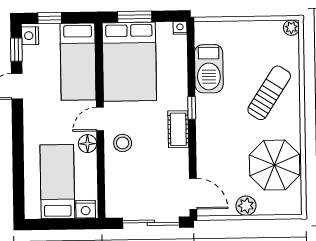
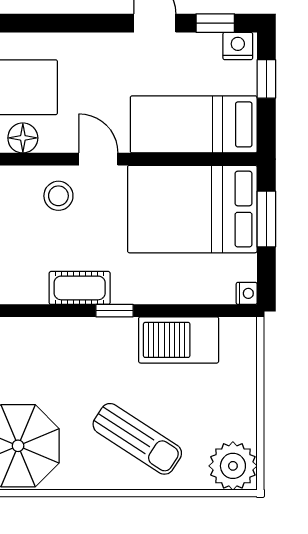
plant: (291, 28) -> (233, 466), width x1.87, depth x1.87
floor lamp: (88, 144) -> (23, 138), moved

